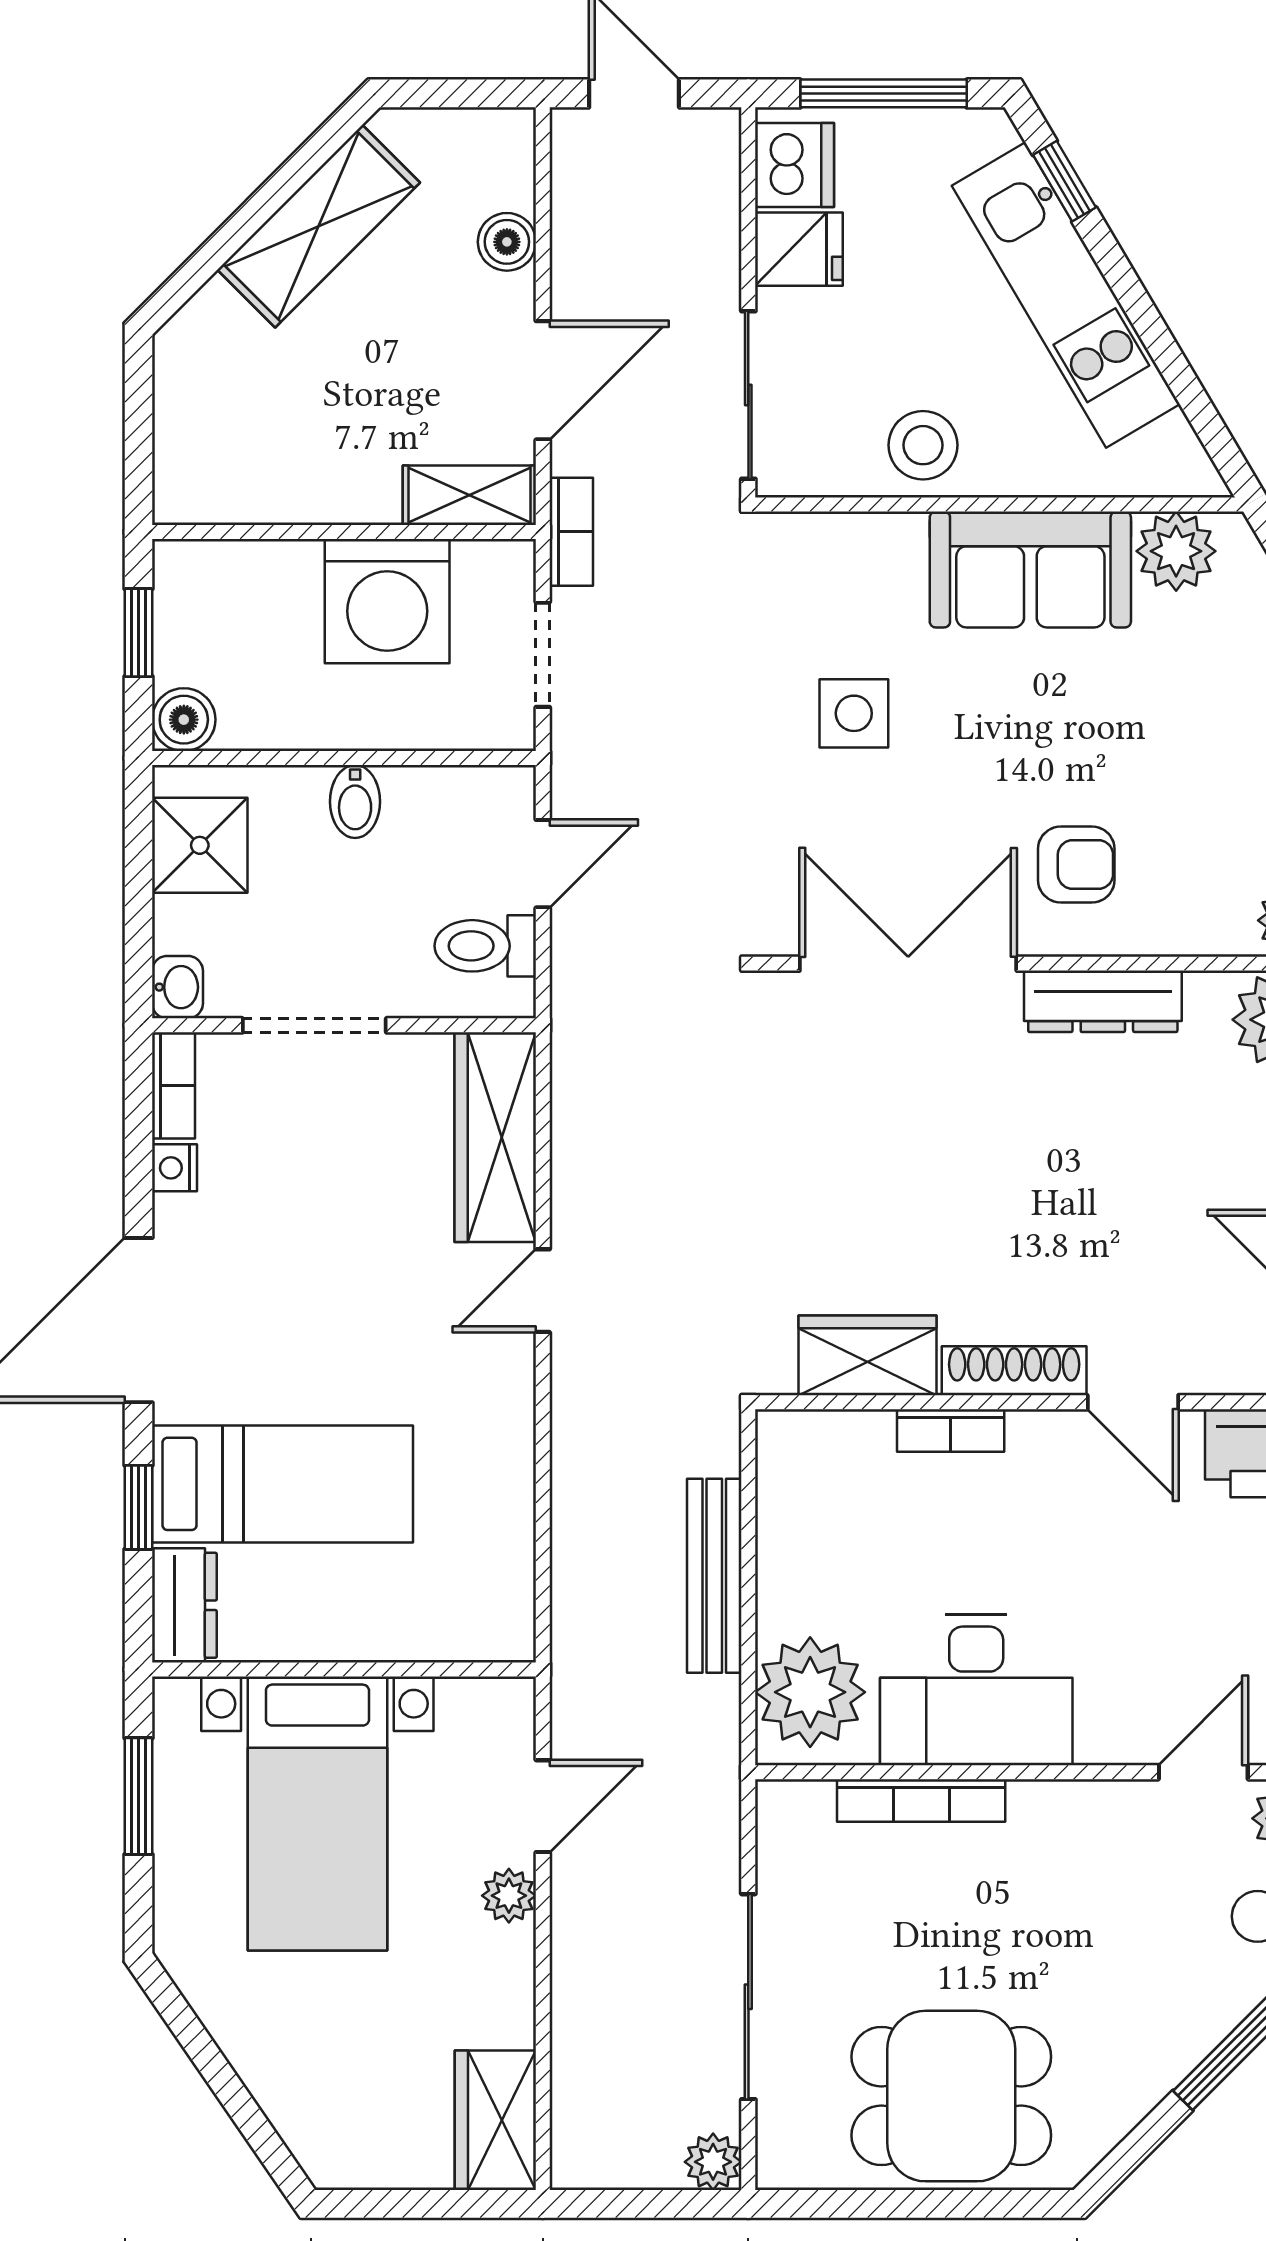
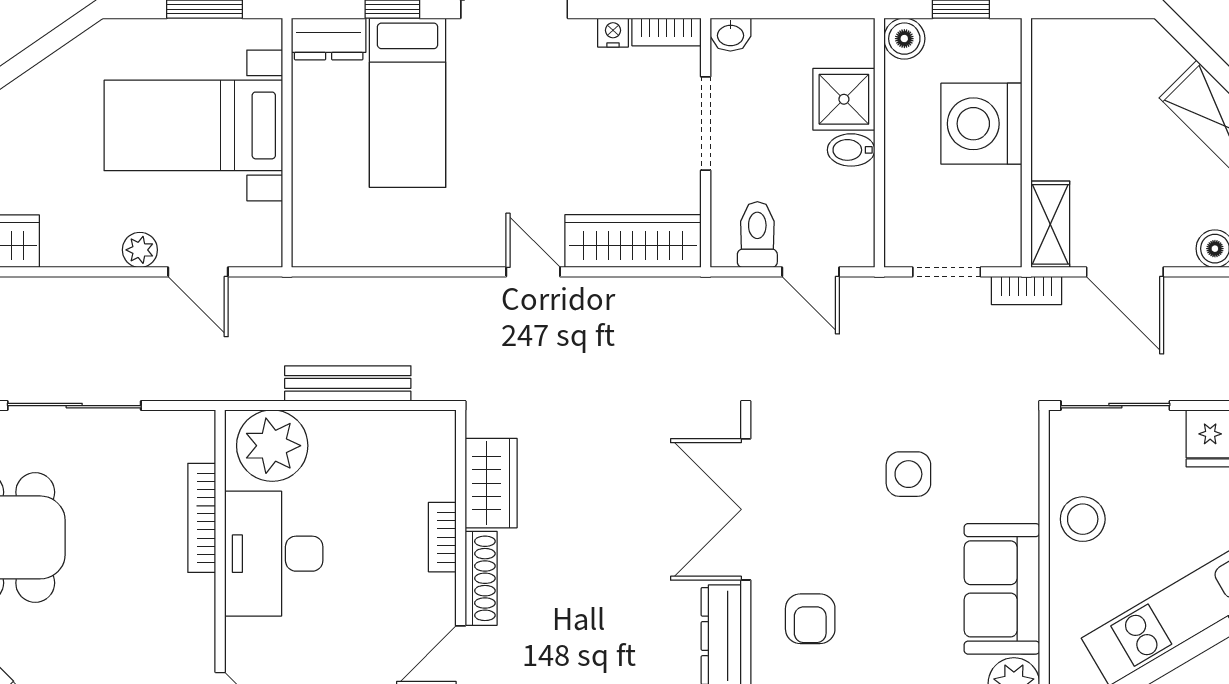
washing machine: (387, 601) -> (981, 124), moved
shower: (200, 845) -> (844, 99), moved
double door: (908, 964) -> (746, 509), swing flipped

